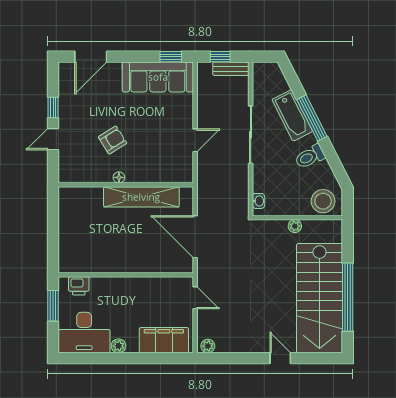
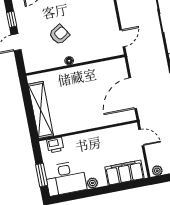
door: (195, 140) -> (122, 38), moved
shelving: (141, 197) -> (41, 110), moved, turned 90
door: (195, 237) -> (133, 93), hinge flipped
window: (53, 306) -> (42, 175), moved

